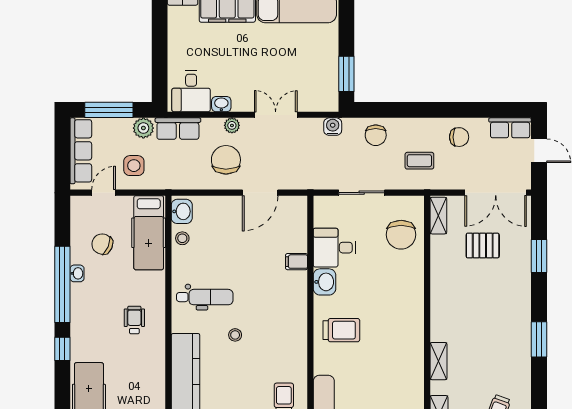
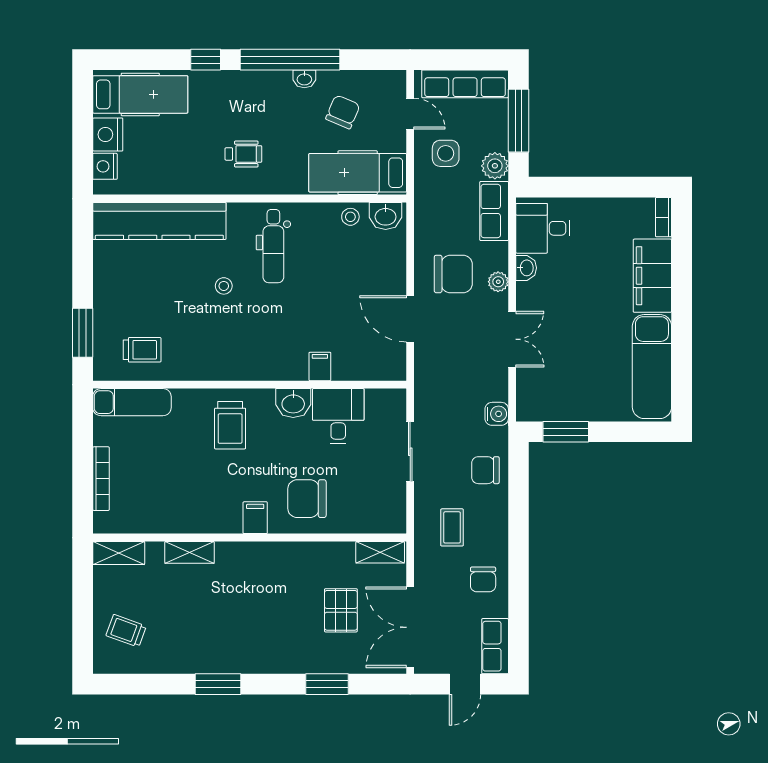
chair: (401, 235) -> (307, 499), moved
filing cabinet: (412, 311) -> (255, 518), added

